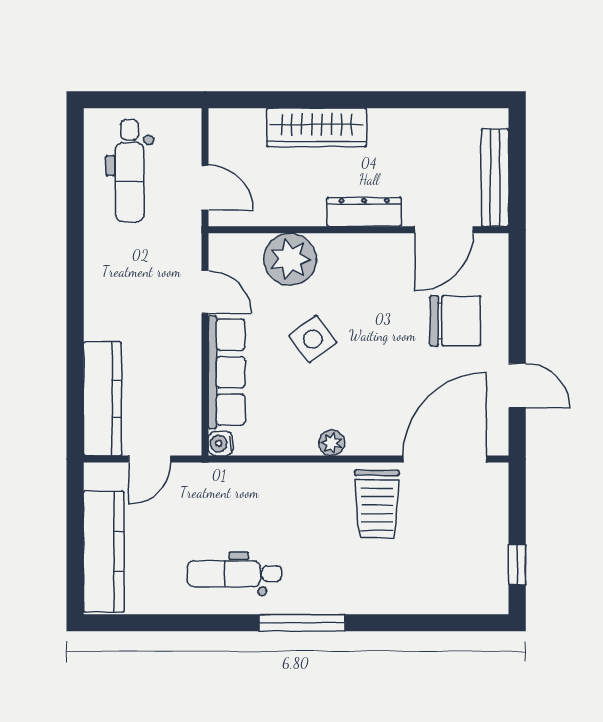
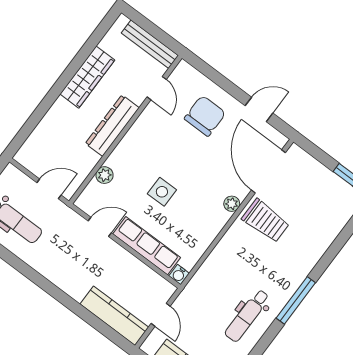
wardrobe: (317, 127) -> (87, 77), moved
dresser: (364, 212) -> (112, 126), width x1.37, depth x1.24
door: (444, 230) -> (157, 88), width x0.73
plant: (290, 259) -> (104, 175), width x0.53, depth x0.53
side table: (313, 339) -> (162, 192), turned 37
plant: (332, 443) -> (232, 204), moved

